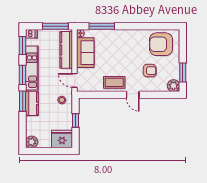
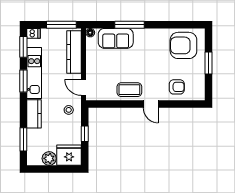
window: (102, 26) -> (130, 25), moved
sofa: (85, 53) -> (116, 38), moved, turned 90
armchair: (150, 71) -> (177, 87), moved
window: (183, 73) -> (209, 63), moved
plant: (173, 86) -> (198, 93), removed
window: (23, 101) -> (23, 139), moved
plant: (32, 142) -> (49, 158), moved

